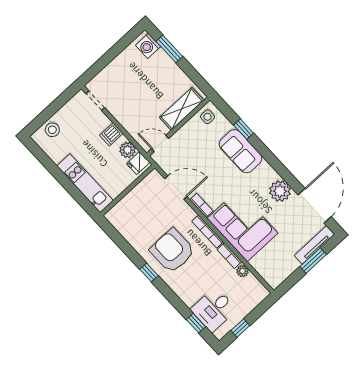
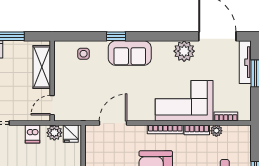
shelving: (182, 109) -> (42, 67), moved
wall: (178, 127) -> (52, 81), moved
door: (160, 144) -> (52, 105), moved
bookcase: (201, 205) -> (226, 117), moved

